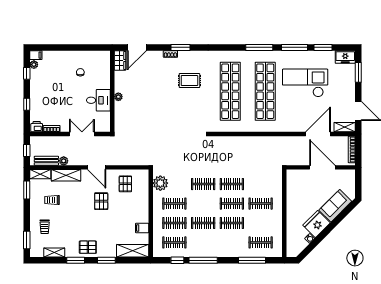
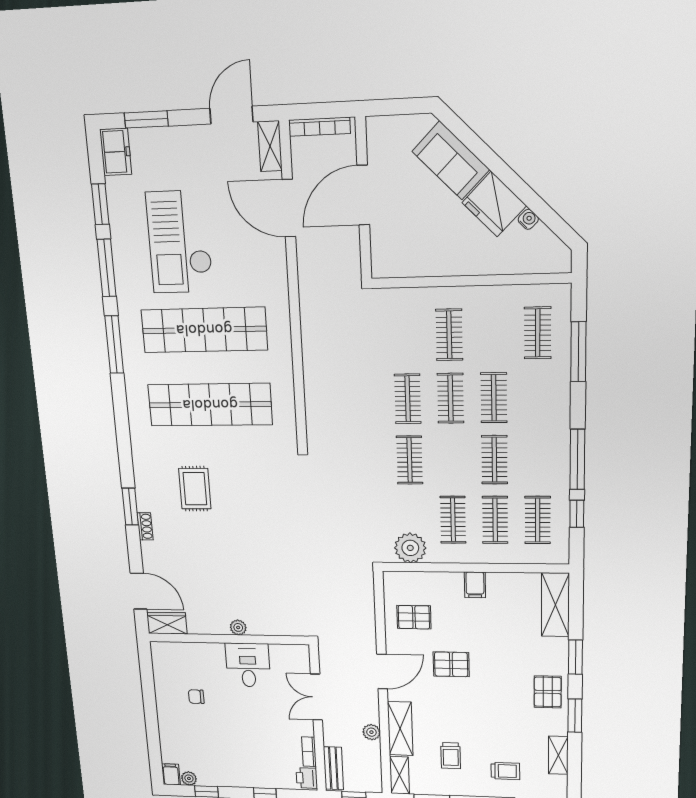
bench: (46, 161) -> (333, 768), moved
filing cabinet: (142, 228) -> (475, 585), moved

